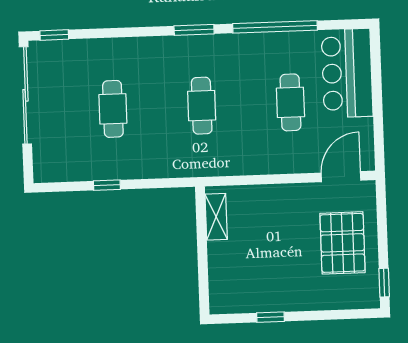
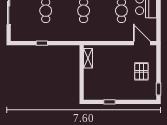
door: (341, 177) -> (142, 43), hinge flipped
pallet: (343, 243) -> (141, 71), width x0.67, depth x0.71

